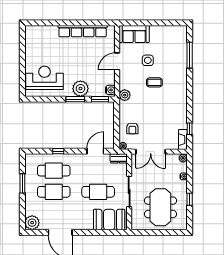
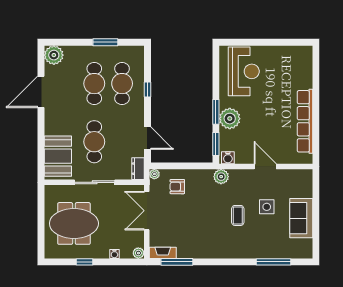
sofa: (134, 34) -> (301, 218), moved
window: (190, 129) -> (177, 262), width x2.17

